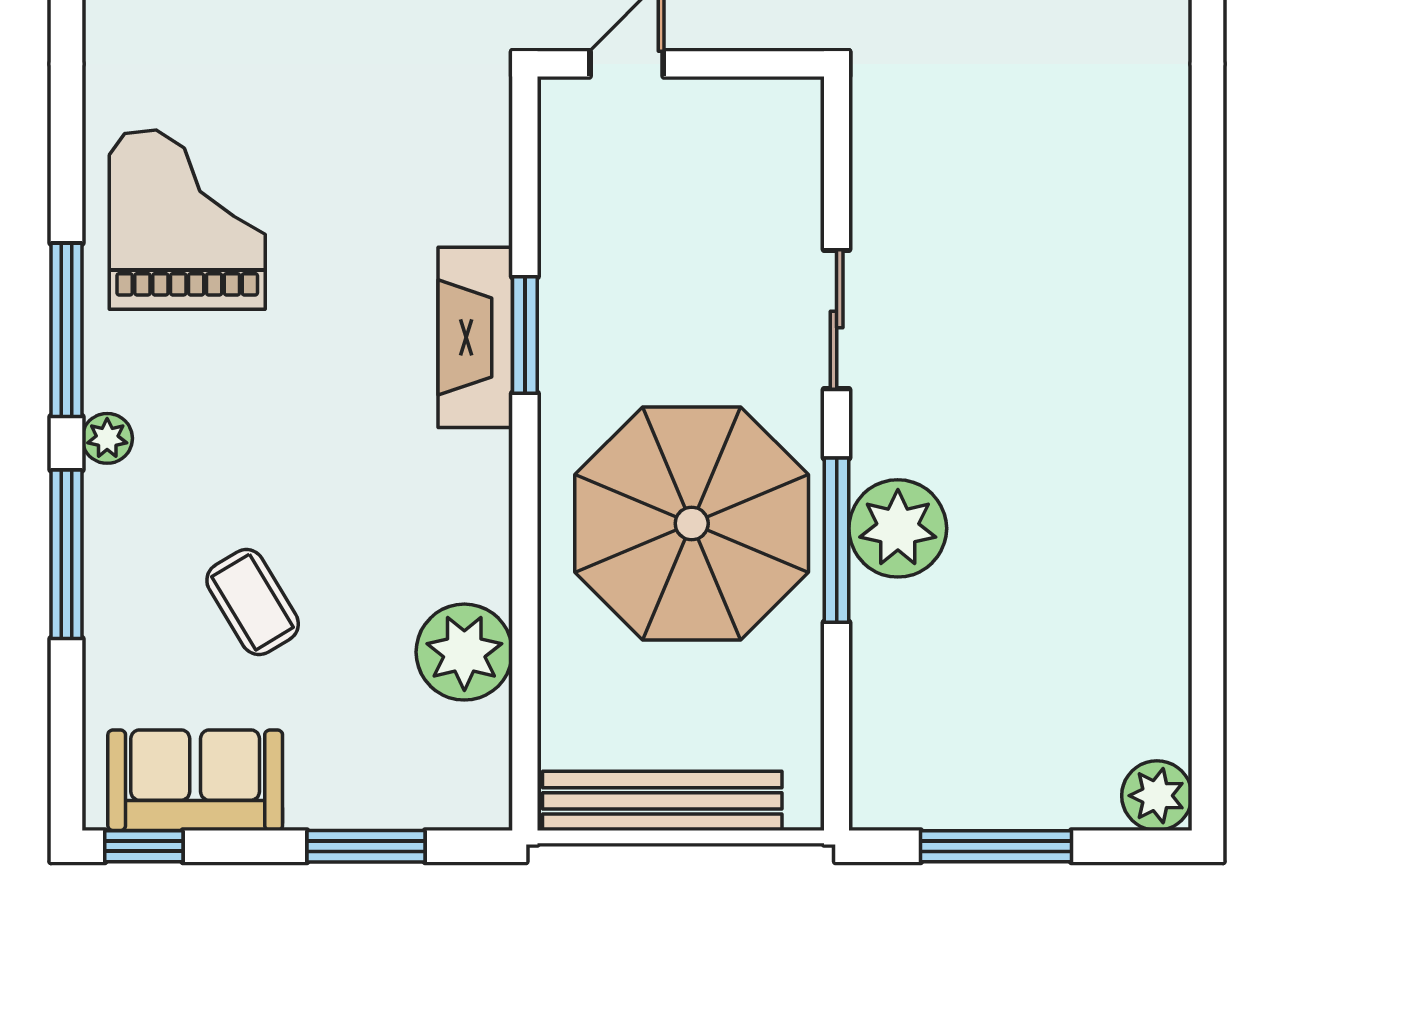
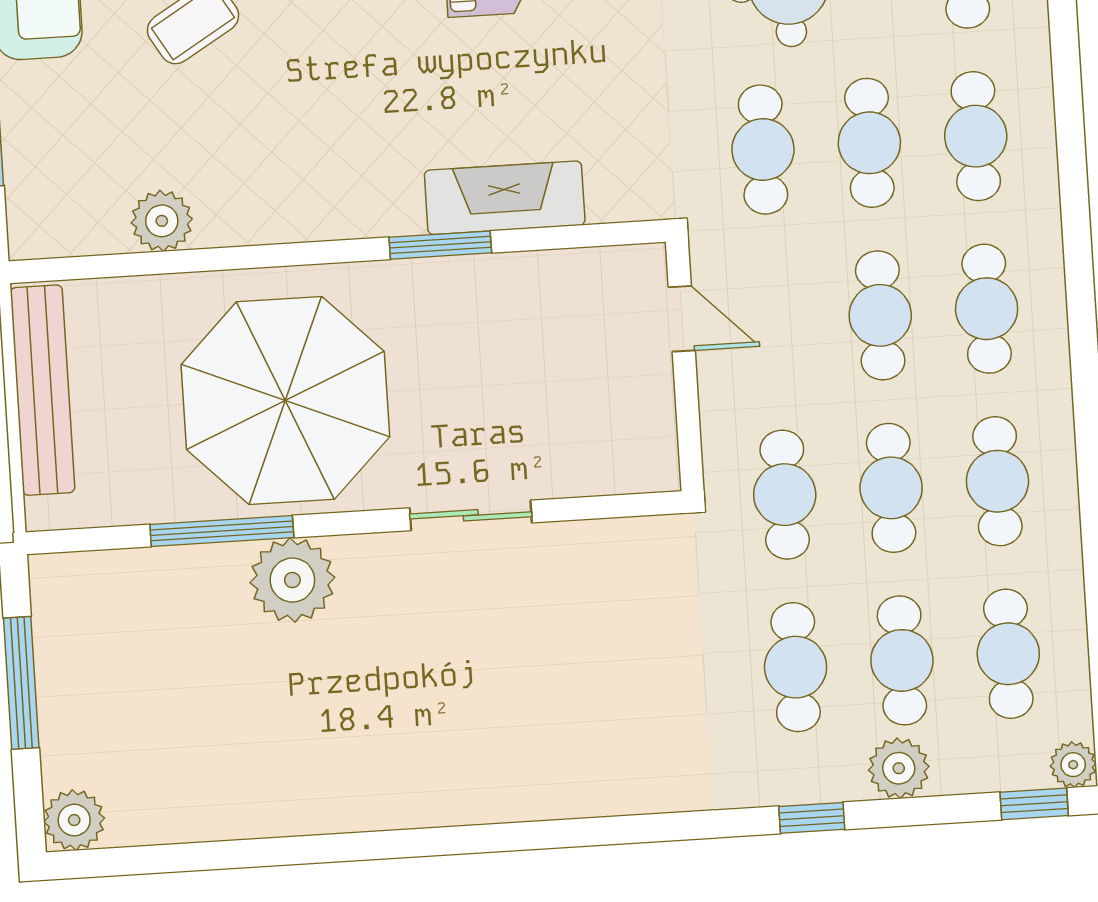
fireplace: (475, 337) -> (505, 198), moved
window: (837, 540) -> (222, 531), moved
plant: (464, 652) -> (162, 221), width x0.73, depth x0.73

